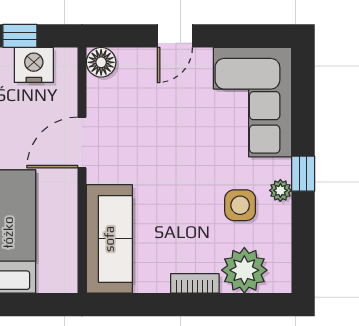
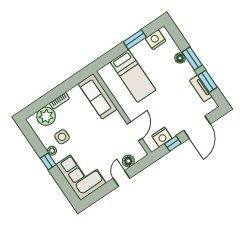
floor lamp: (101, 62) -> (128, 161), moved
door: (82, 142) -> (135, 131), moved

